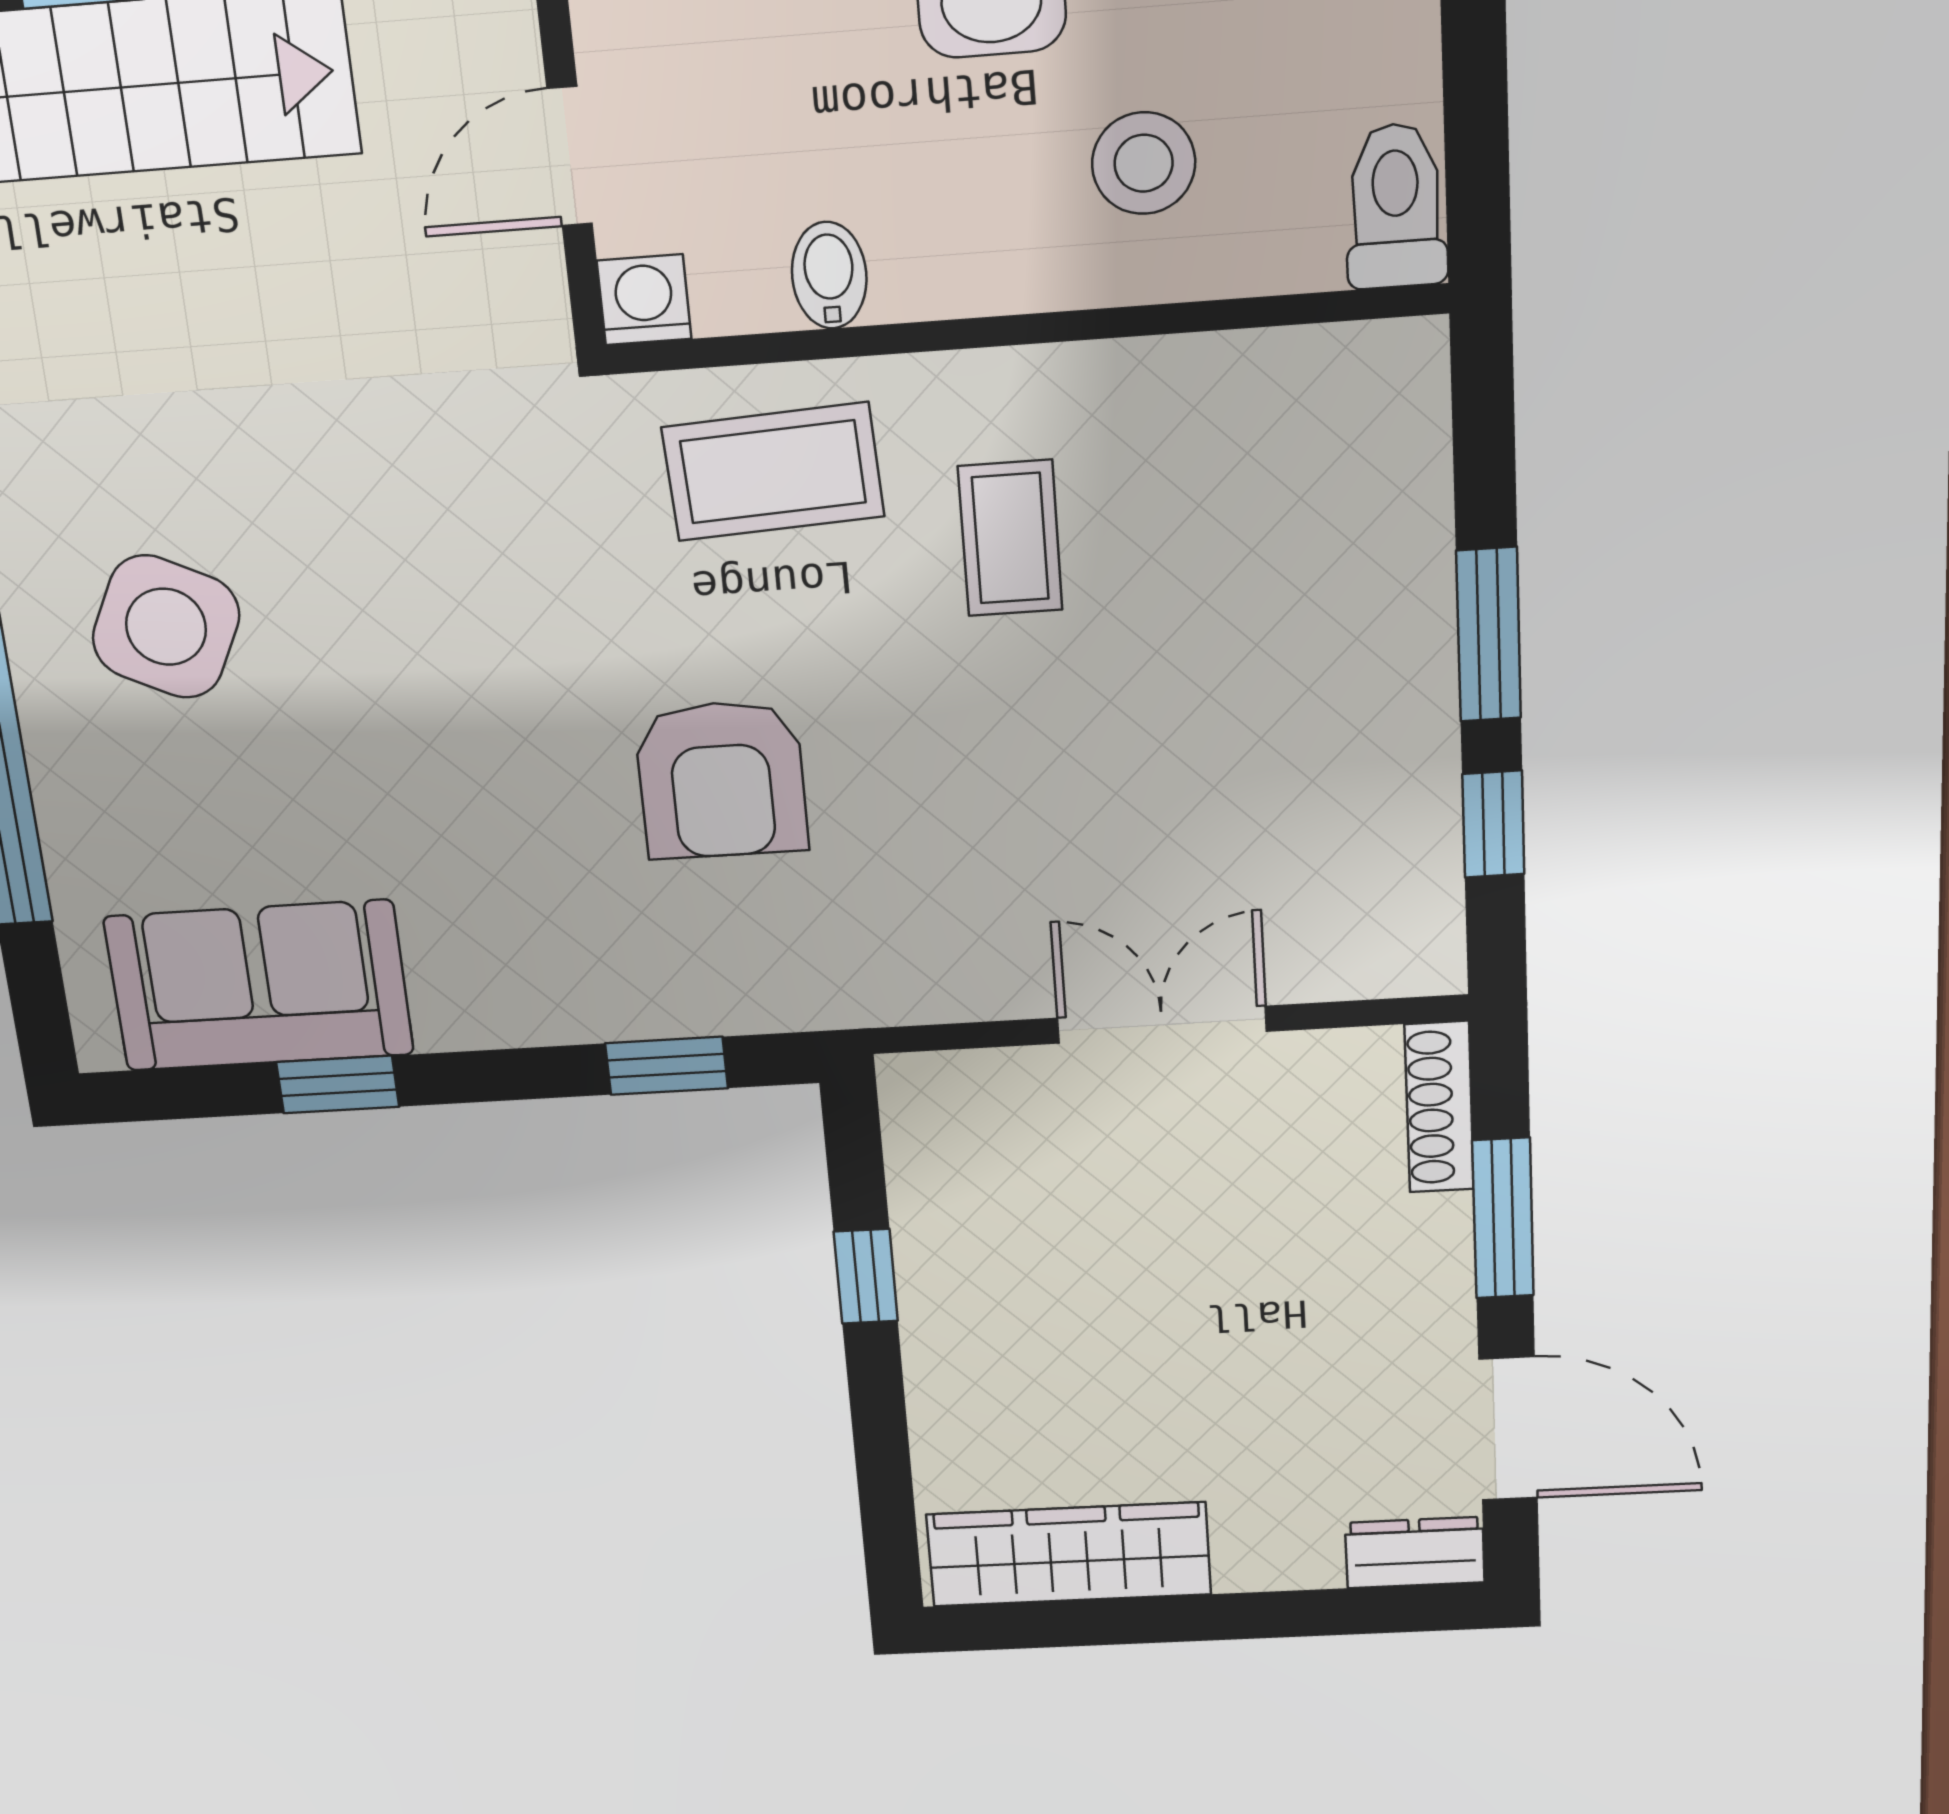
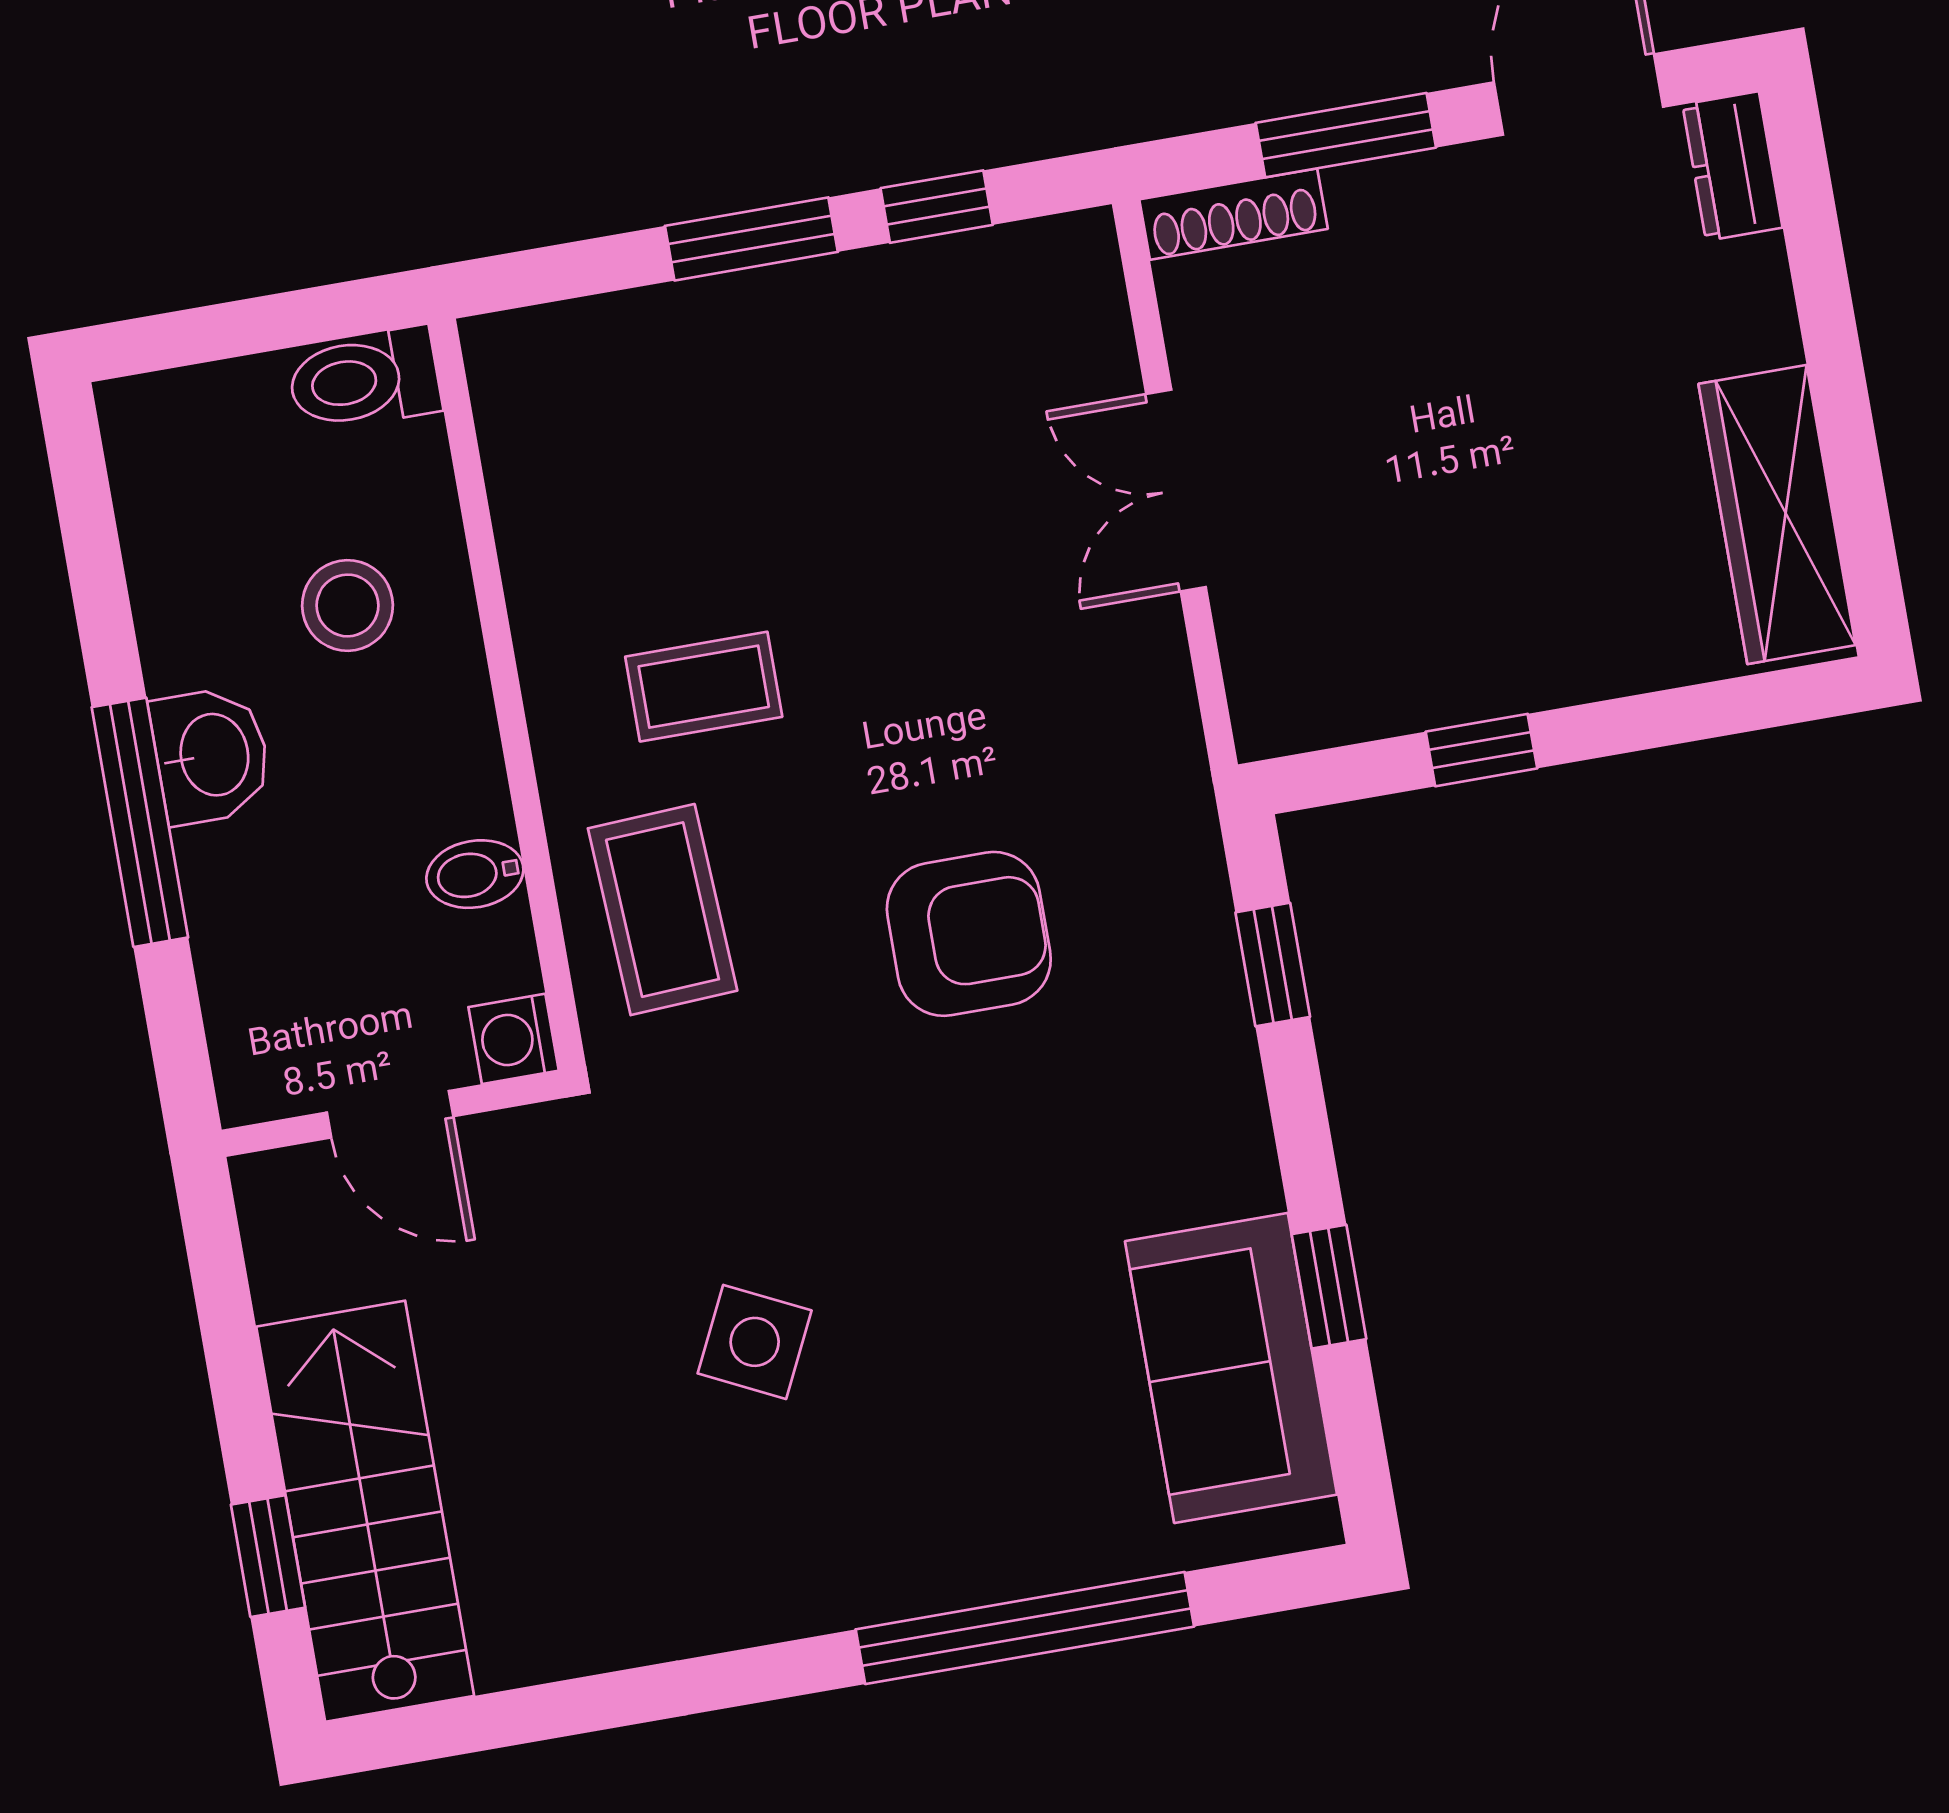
side table: (166, 627) -> (755, 1342), moved, width x0.73, depth x0.73

